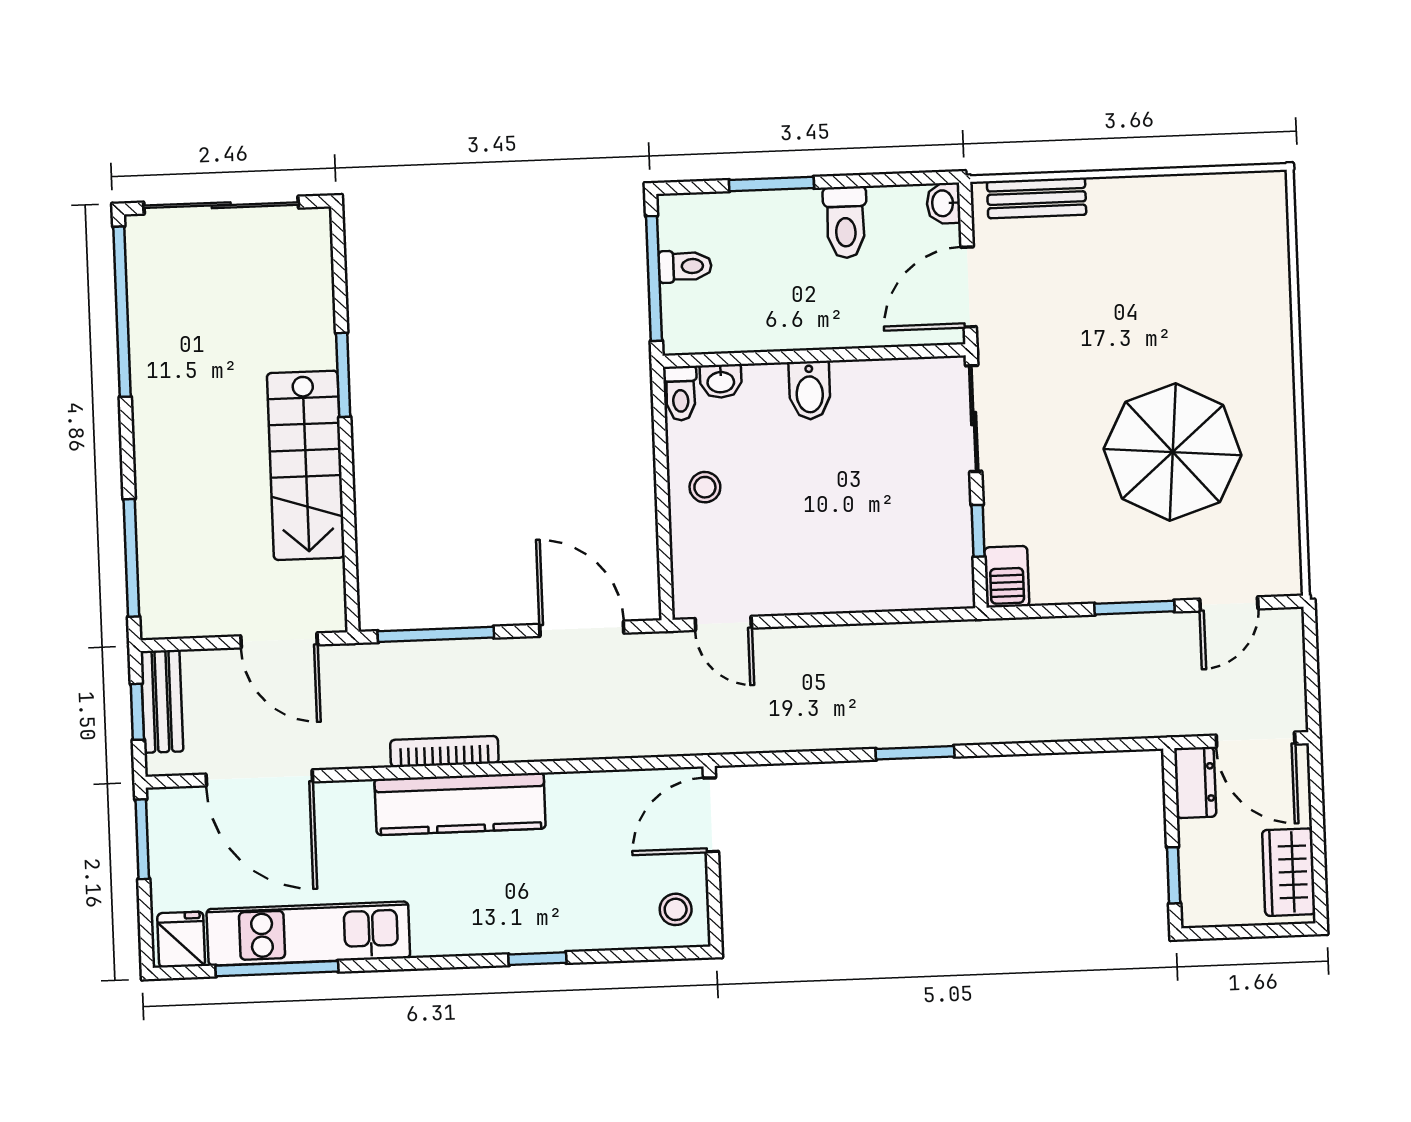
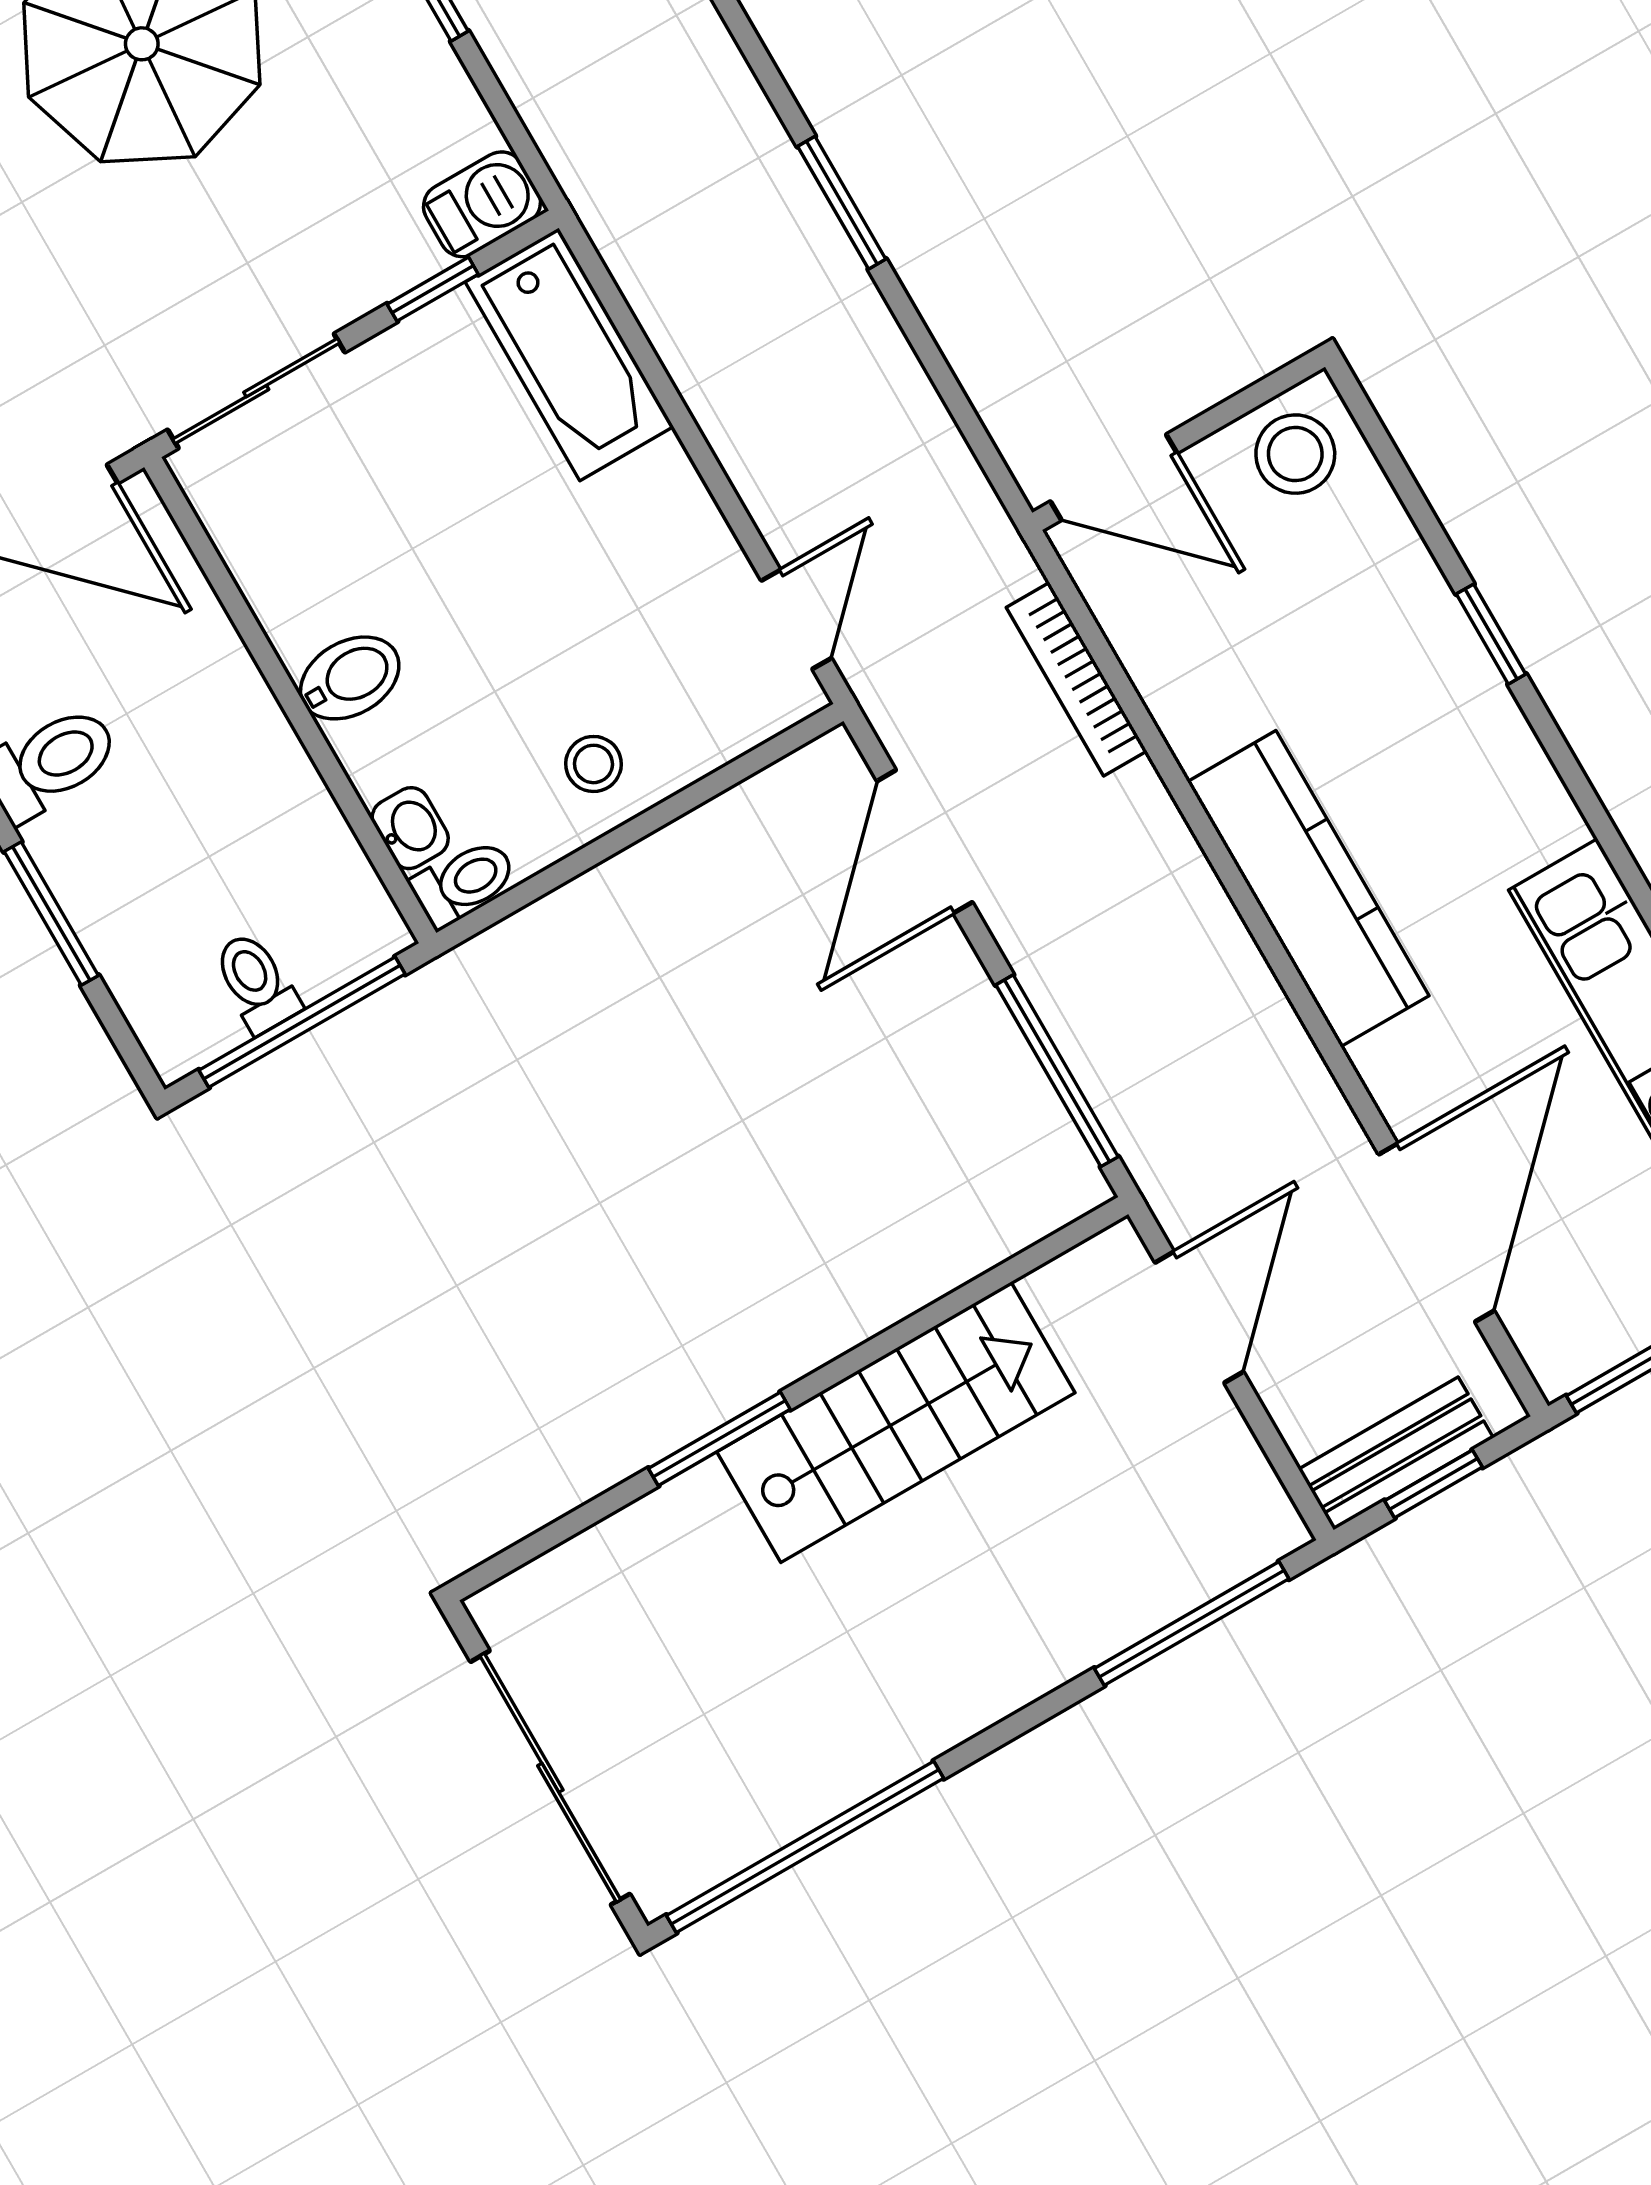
bathtub: (911, 581) -> (569, 354), added
bookcase: (444, 752) -> (1077, 679), moved
stool: (676, 909) -> (1295, 454), width x1.37, depth x1.37

